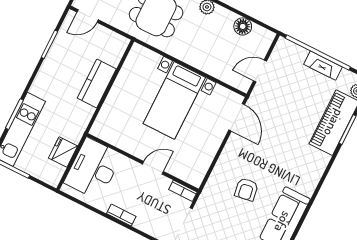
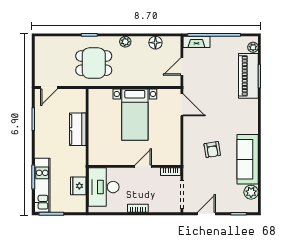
fireplace: (323, 66) -> (196, 42), moved

